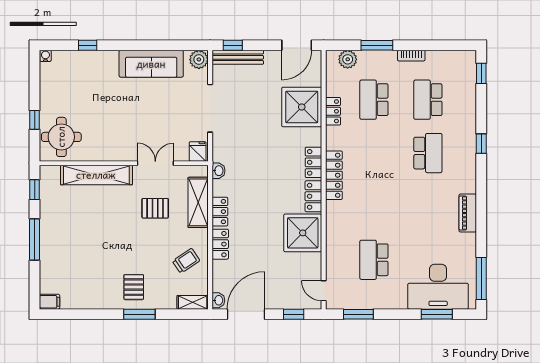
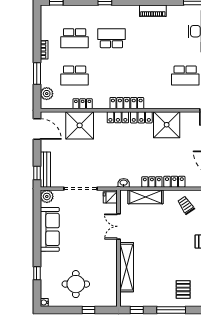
round table: (61, 137) -> (76, 284), moved
pallet: (155, 208) -> (183, 289), moved

